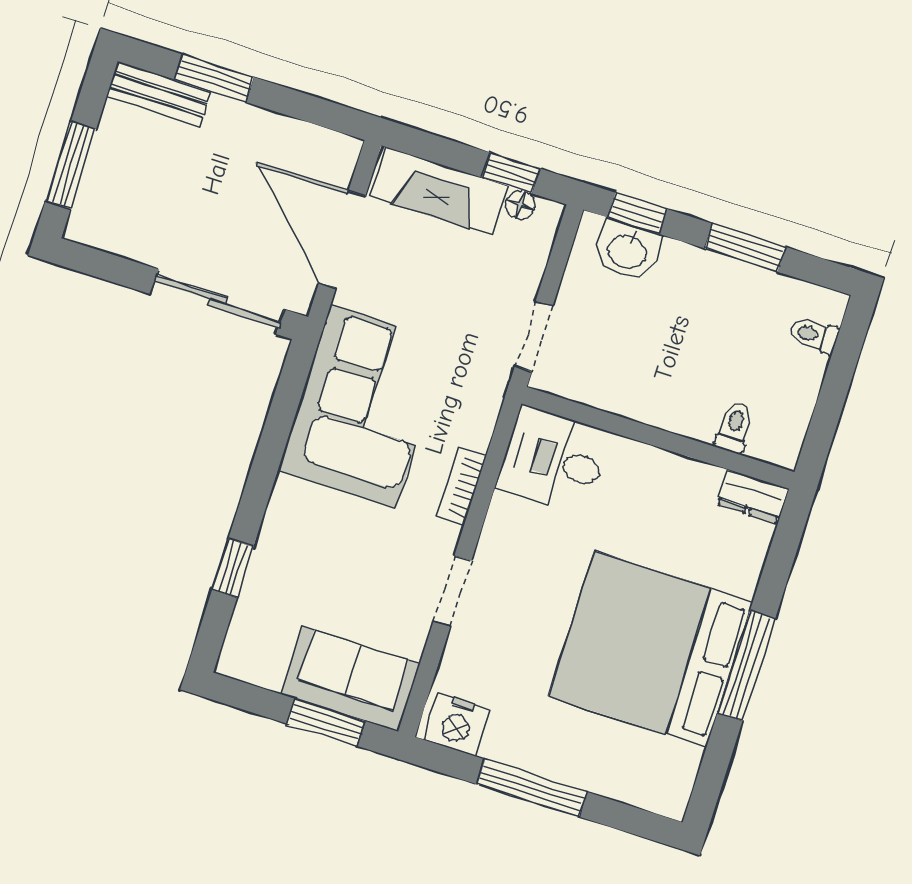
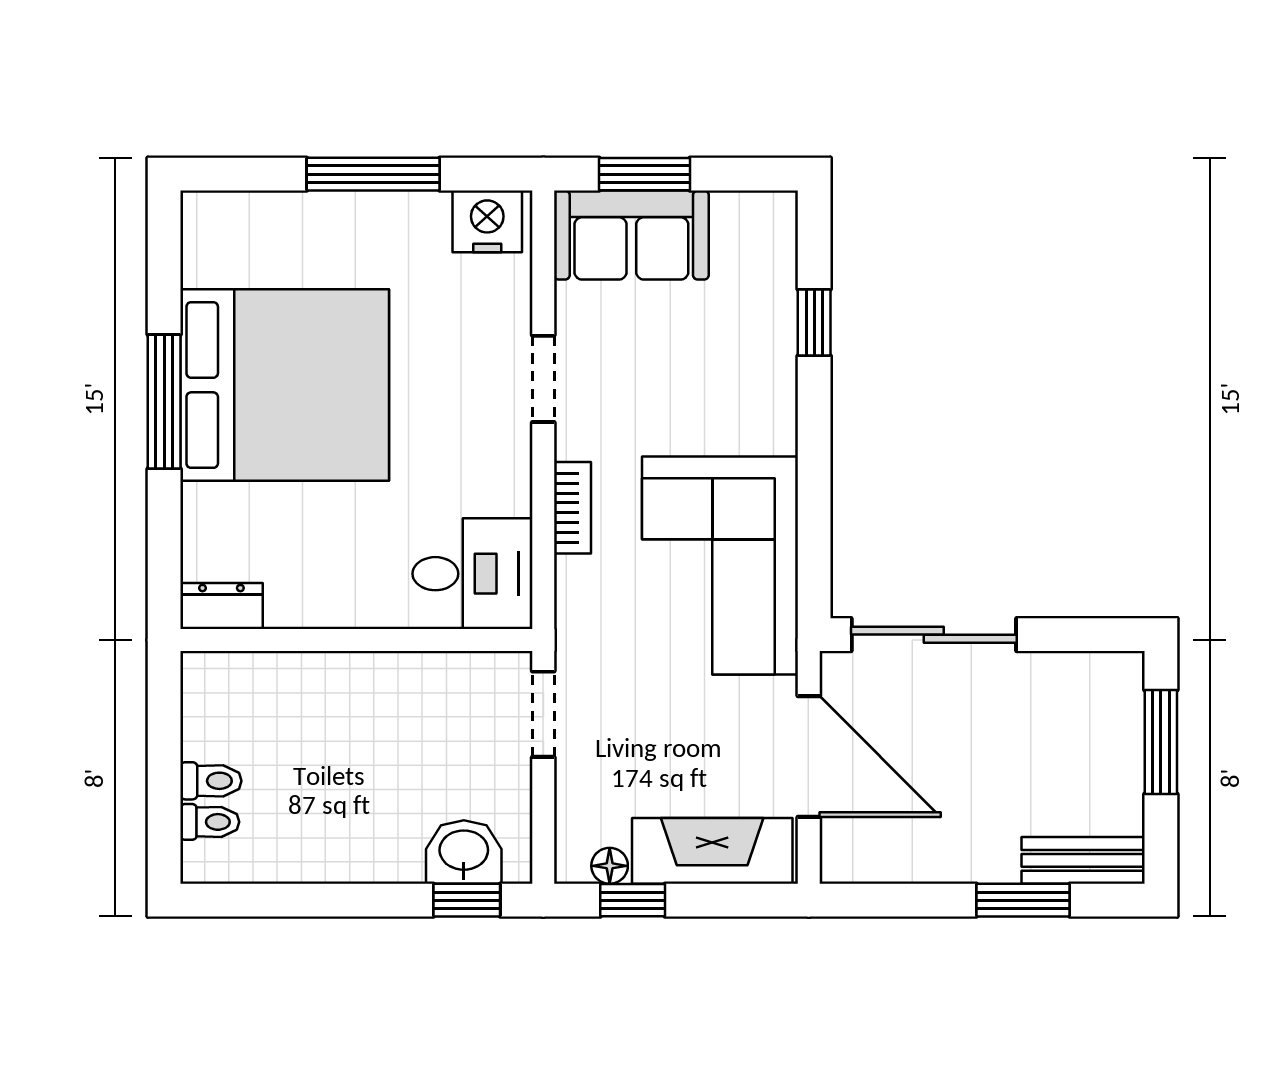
window: (745, 248) -> (325, 900), removed
toilet: (734, 427) -> (211, 781), moved, turned -90

